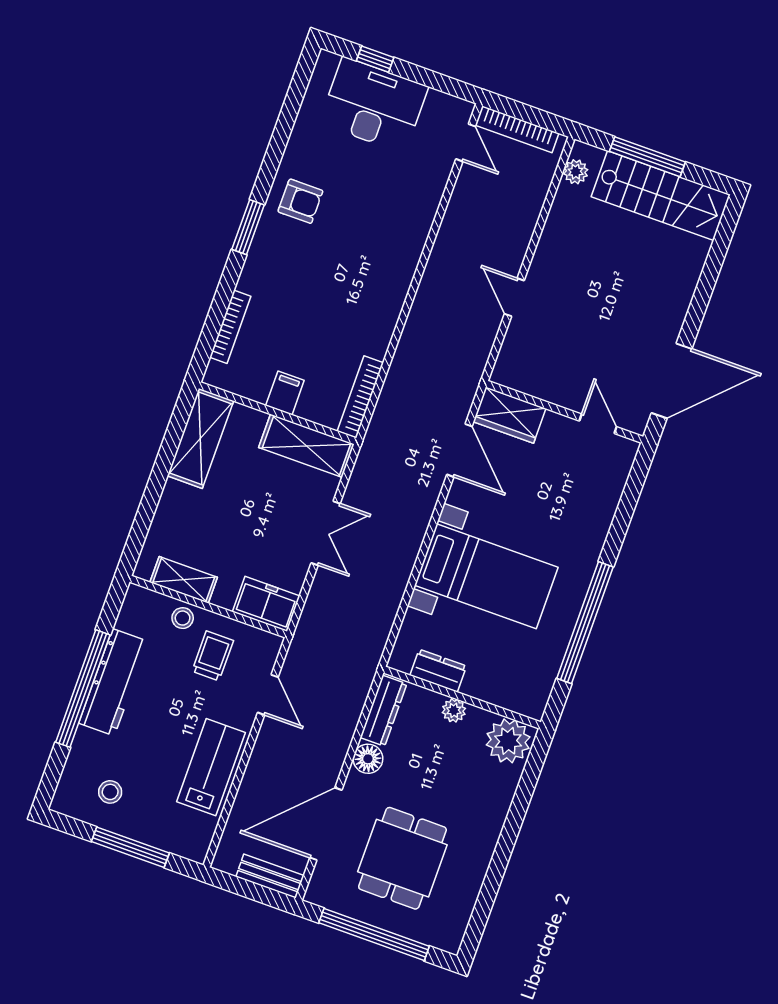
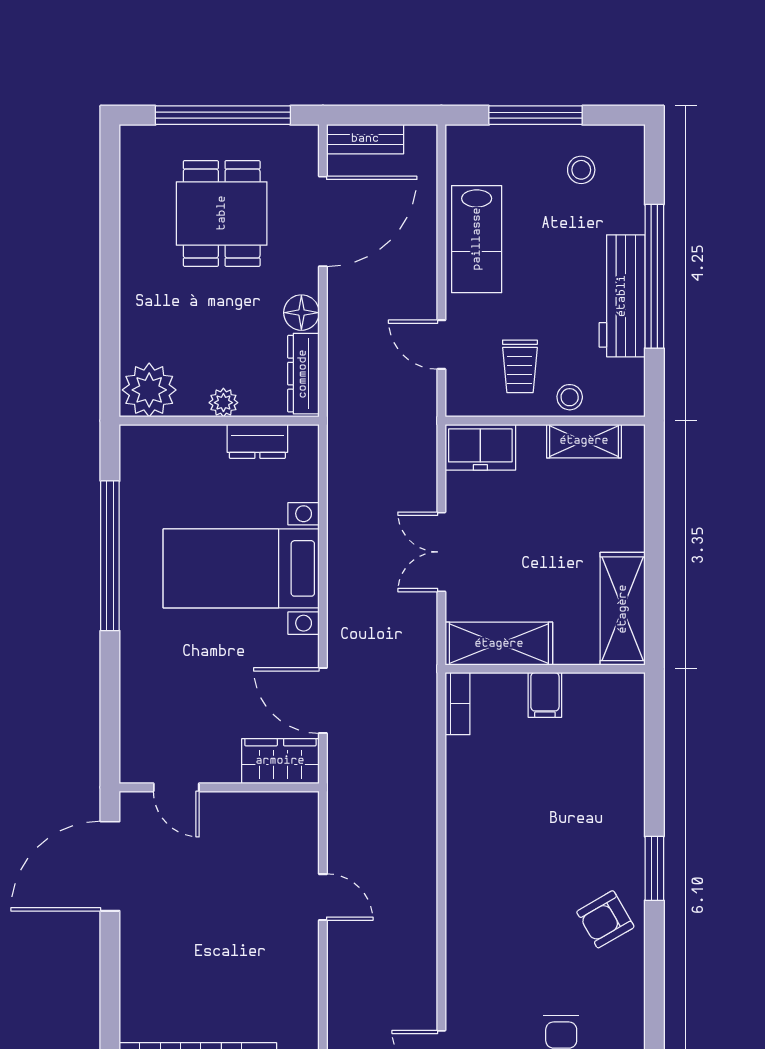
armchair: (300, 201) -> (605, 919), turned -30
bookcase: (230, 327) -> (634, 748), removed
bookcase: (360, 397) -> (458, 704), width x0.64

